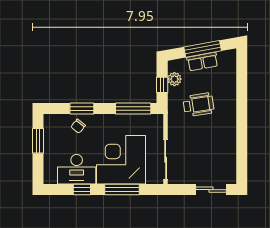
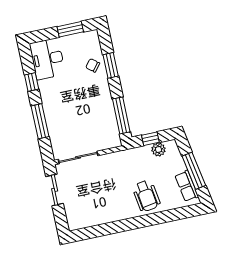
row of seats: (202, 62) -> (187, 186), moved
wheelchair: (199, 105) -> (146, 196), moved
corner desk: (121, 160) -> (69, 114), removed
desk: (77, 169) -> (47, 59), moved
sliding door: (211, 190) -> (55, 190), moved

